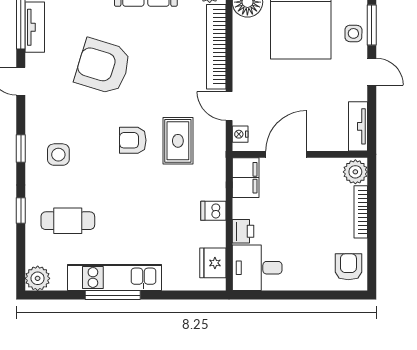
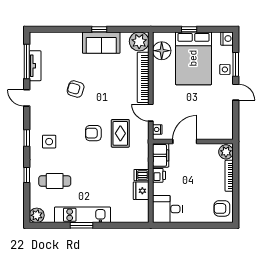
armchair: (103, 66) -> (76, 89), width x0.53, depth x0.53
tv unit: (358, 126) -> (228, 125), removed
printer: (243, 231) -> (159, 175), moved
fridge: (213, 263) -> (141, 191), moved
armchair: (348, 267) -> (222, 208), turned -90
window: (113, 295) -> (82, 225), width x0.69

